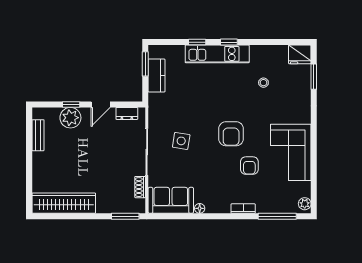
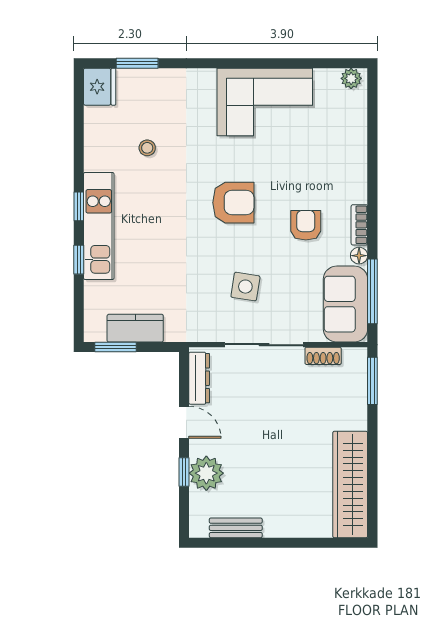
dresser: (127, 113) -> (199, 378), width x1.44
armchair: (249, 166) -> (306, 225), moved, turned -90
bookcase: (243, 209) -> (359, 225), moved
window: (277, 216) -> (372, 291), moved

